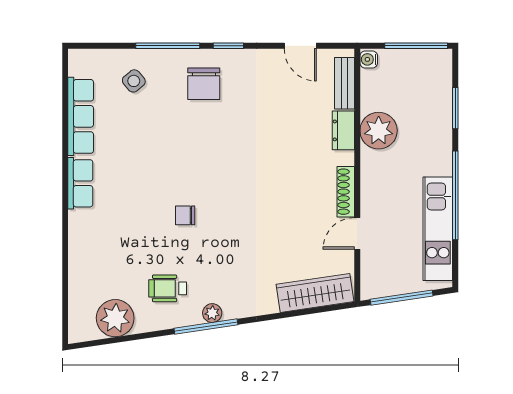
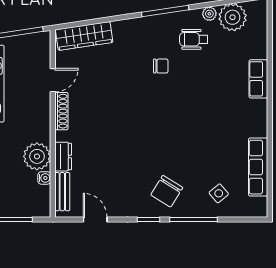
water cooler: (369, 59) -> (44, 178), moved
chair: (204, 84) -> (167, 191), turned -148
row of seats: (80, 183) -> (258, 79), moved
chair: (185, 215) -> (161, 66), moved
wheelchair: (168, 288) -> (194, 39), turned 180
plant: (212, 313) -> (209, 14), moved

